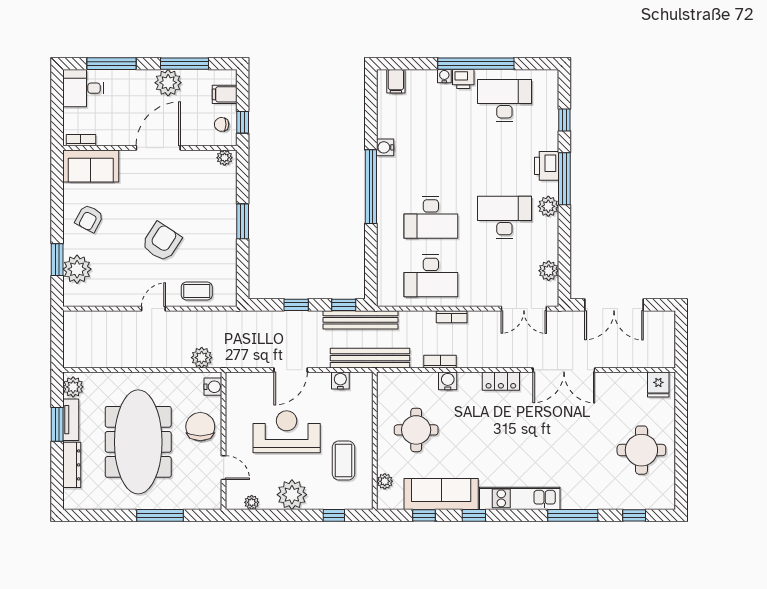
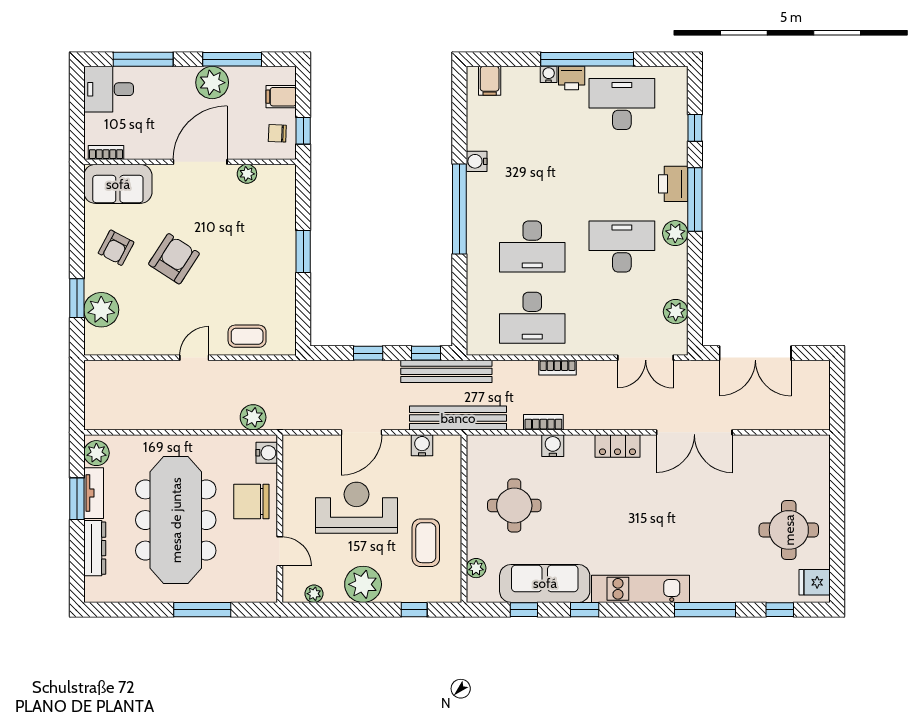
plant: (225, 158) -> (247, 174), moved
armchair: (162, 242) -> (174, 259), moved
fridge: (658, 384) -> (815, 582), moved, turned 90
chair: (200, 427) -> (251, 501), turned -90

